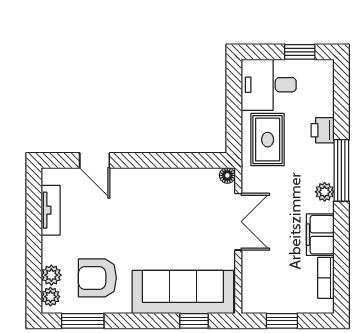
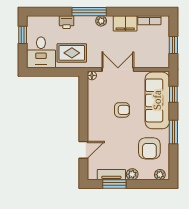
window: (34, 216) -> (114, 184), added
armchair: (166, 229) -> (122, 110), added
plant: (51, 275) -> (132, 174), moved
window: (83, 321) -> (173, 132), moved

